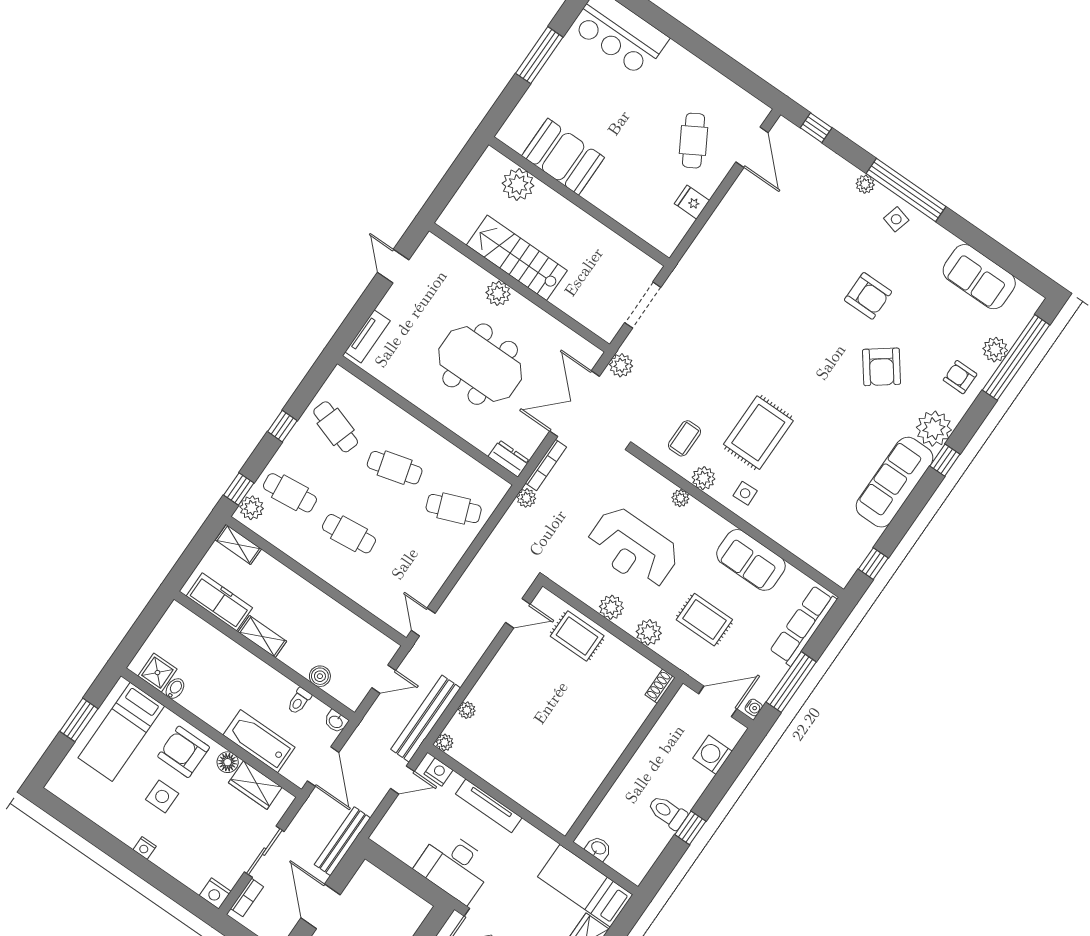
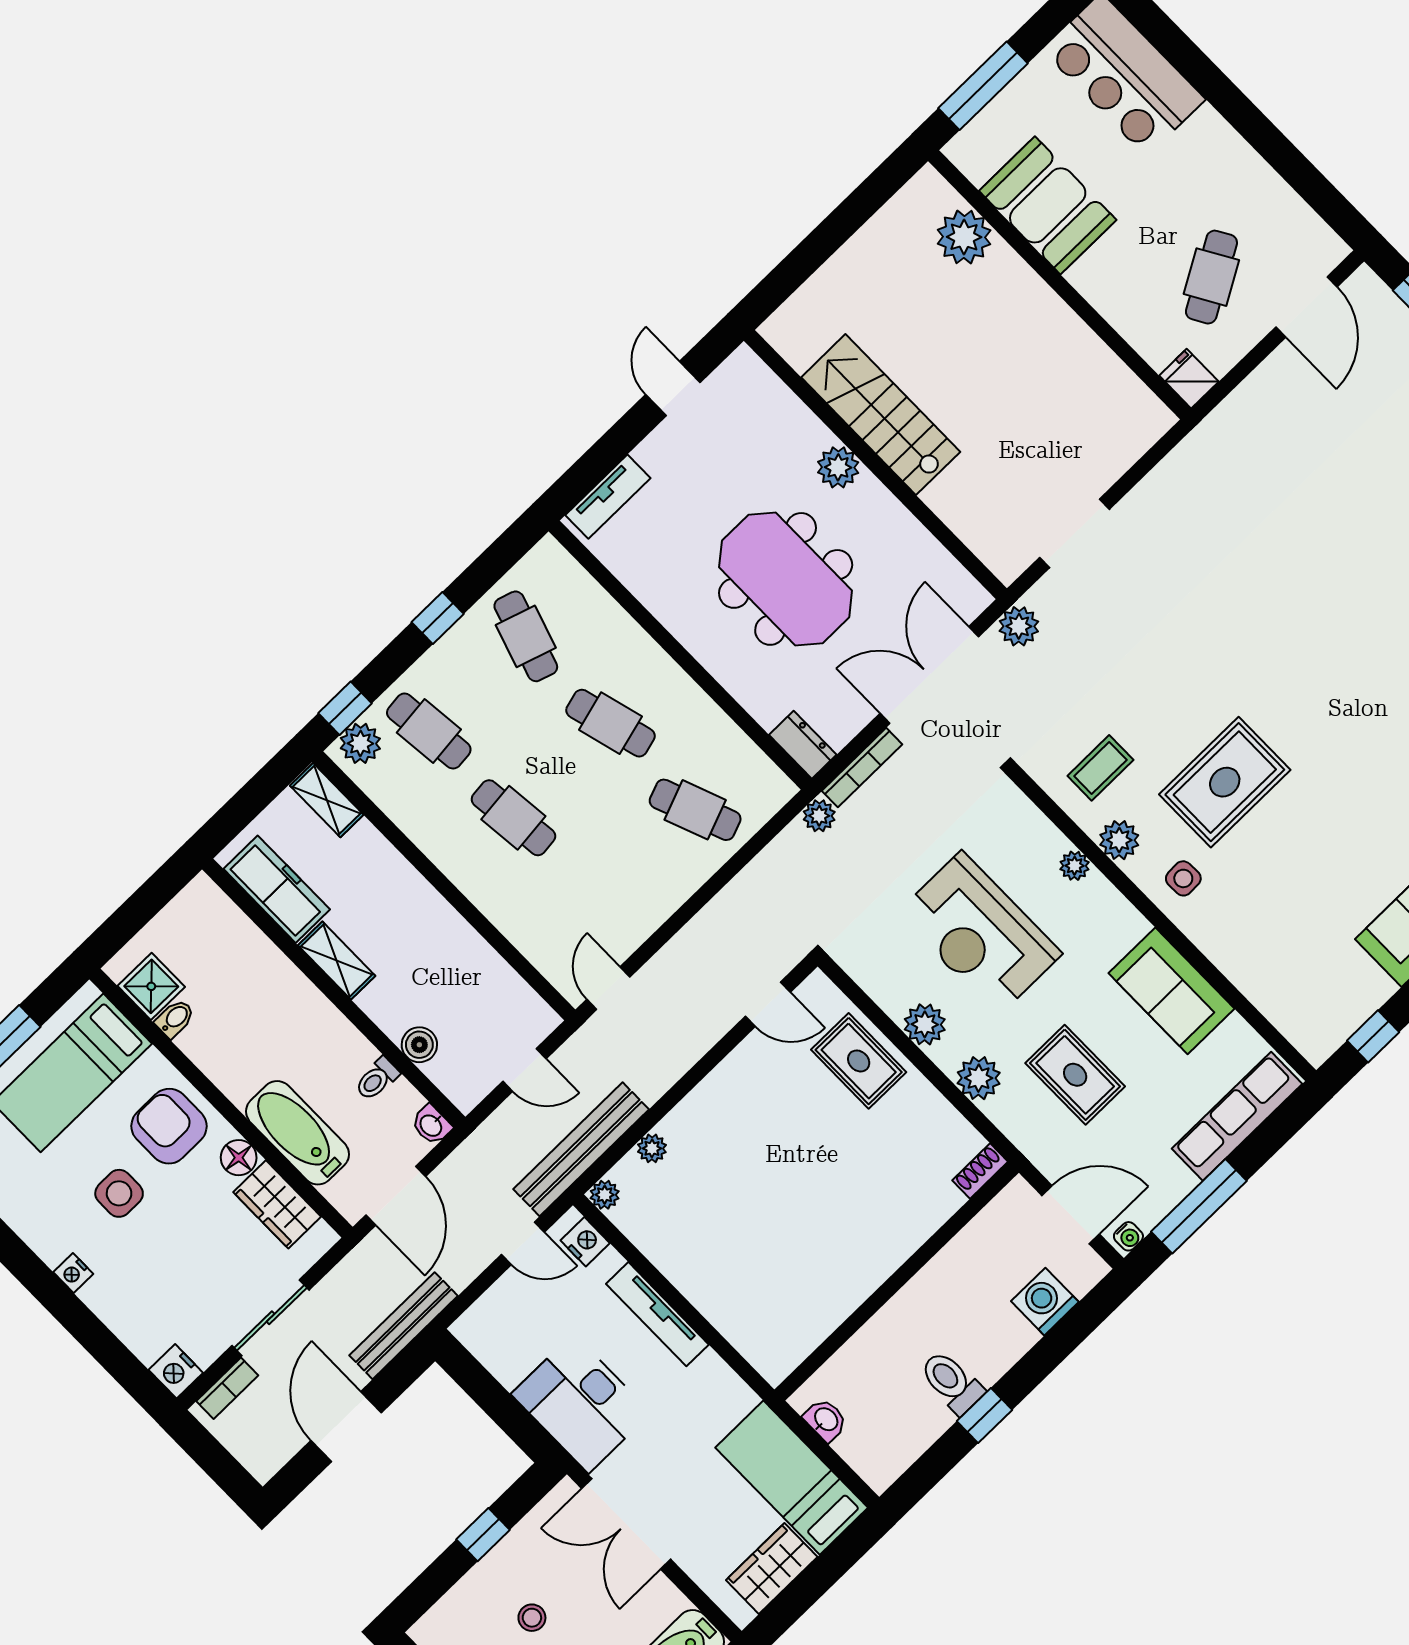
booth: (563, 157) -> (1048, 205), moved
plant: (518, 184) -> (964, 237), moved
wall: (579, 201) -> (1060, 285), moved

